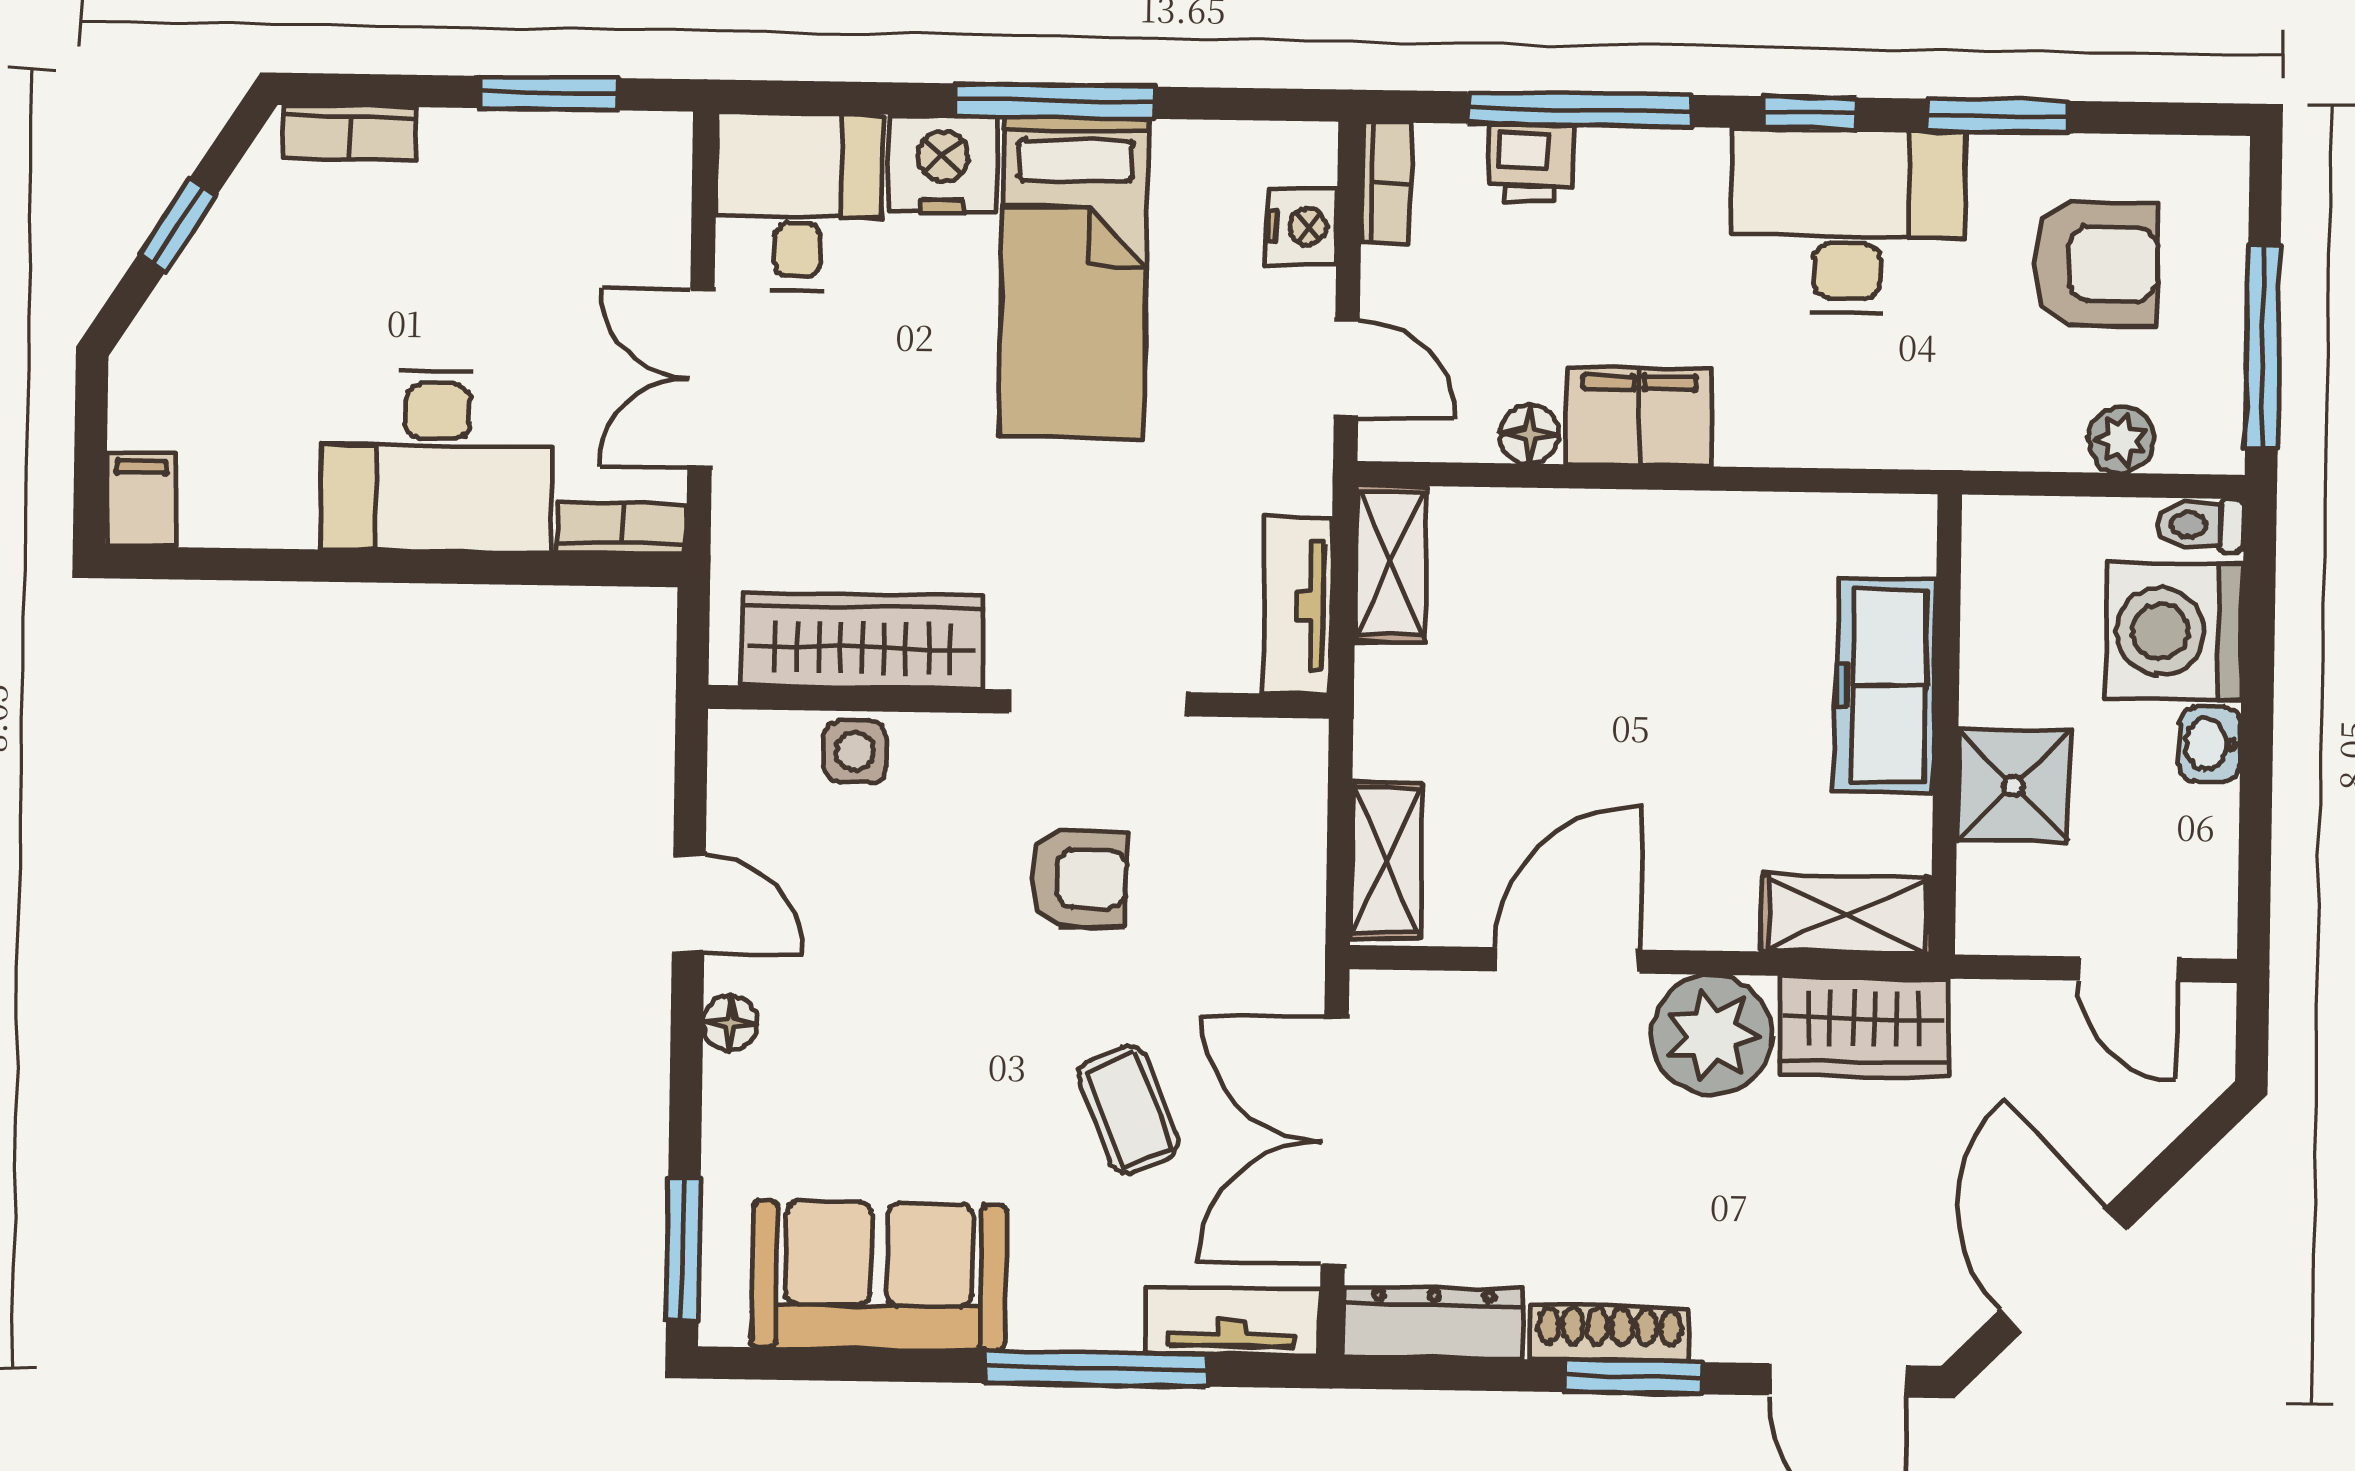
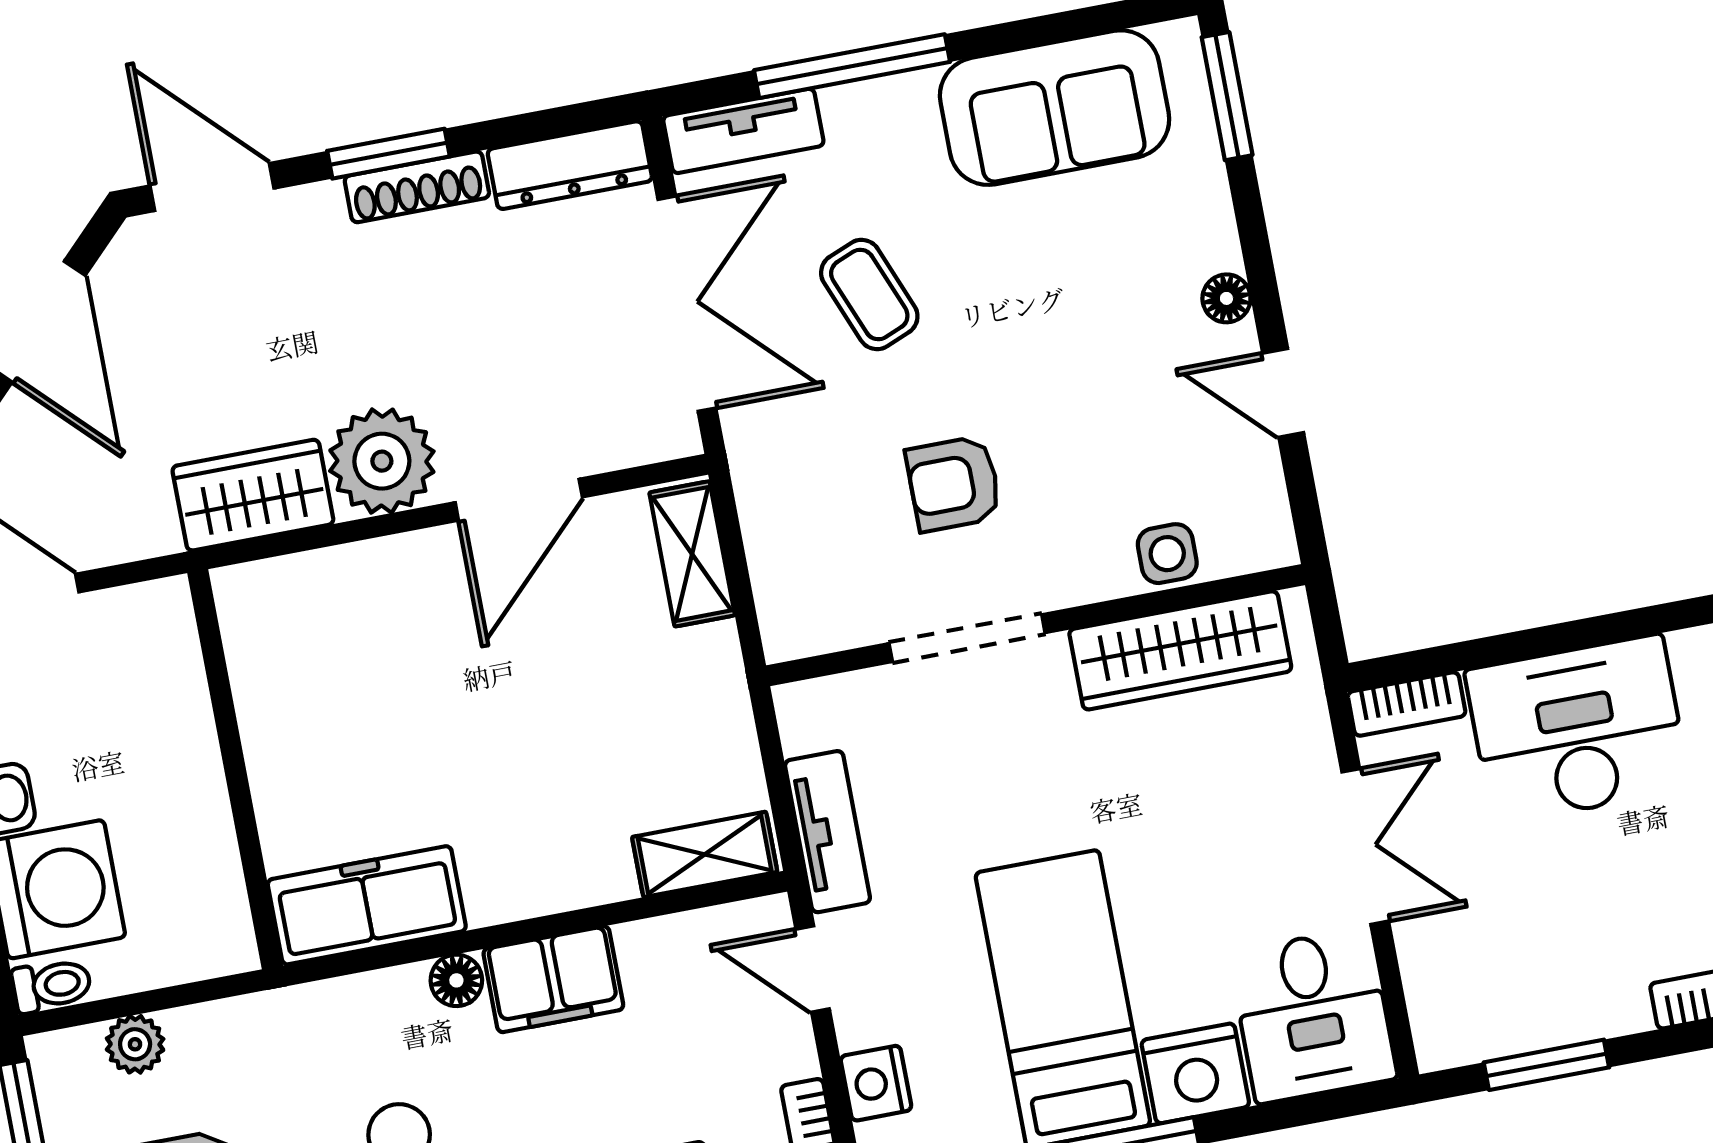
floor lamp: (1530, 434) -> (456, 980), moved
shelving: (1391, 563) -> (705, 854), moved, turned 90
tv unit: (1297, 606) -> (828, 832), moved
freezer: (1885, 685) -> (367, 905), moved, turned -90
shower: (2013, 786) -> (167, 728), removed
shelving: (1846, 915) -> (287, 588), removed

